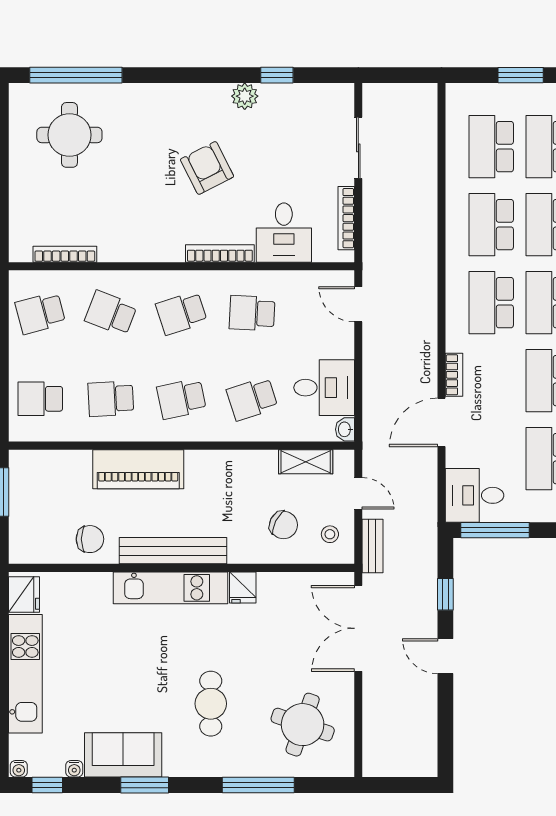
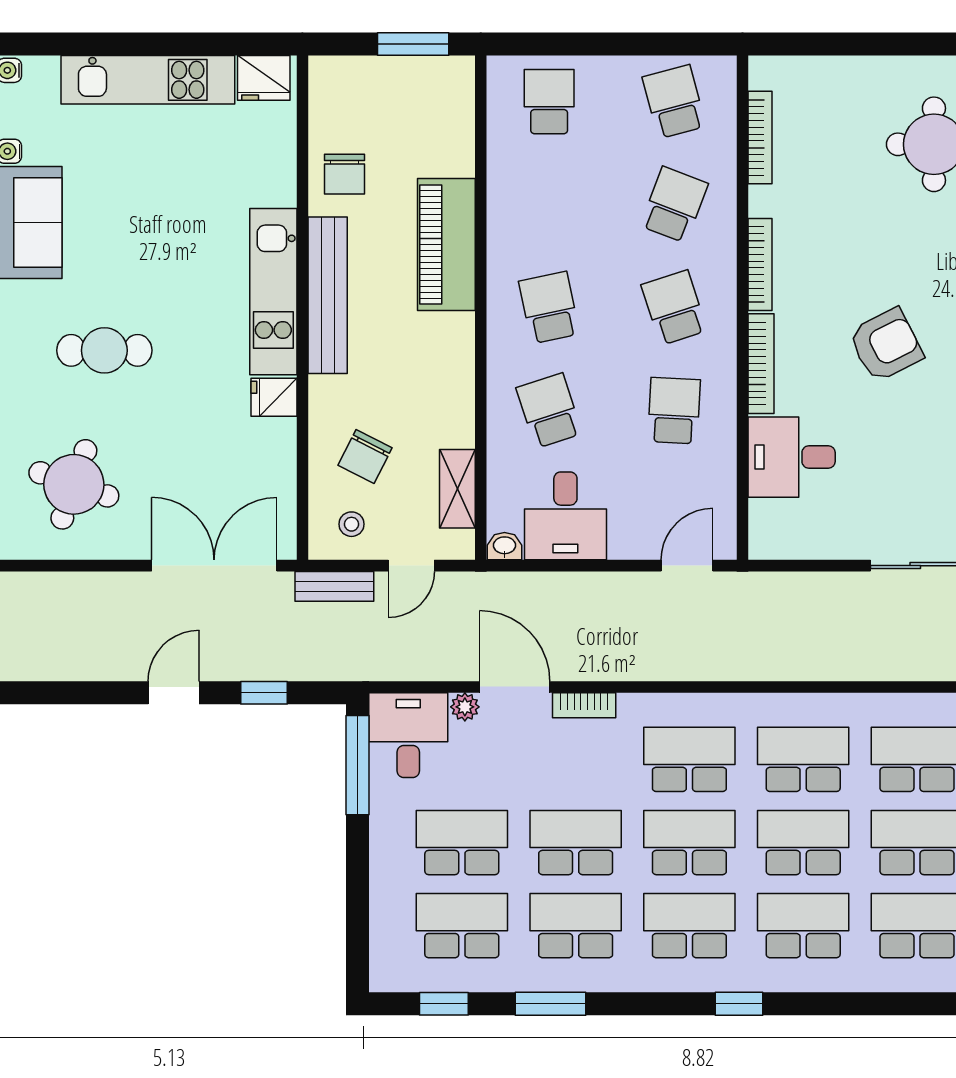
bookcase: (346, 218) -> (760, 264), moved, turned 90
school desk: (111, 399) -> (549, 205), removed
plant: (455, 457) -> (465, 707), added

